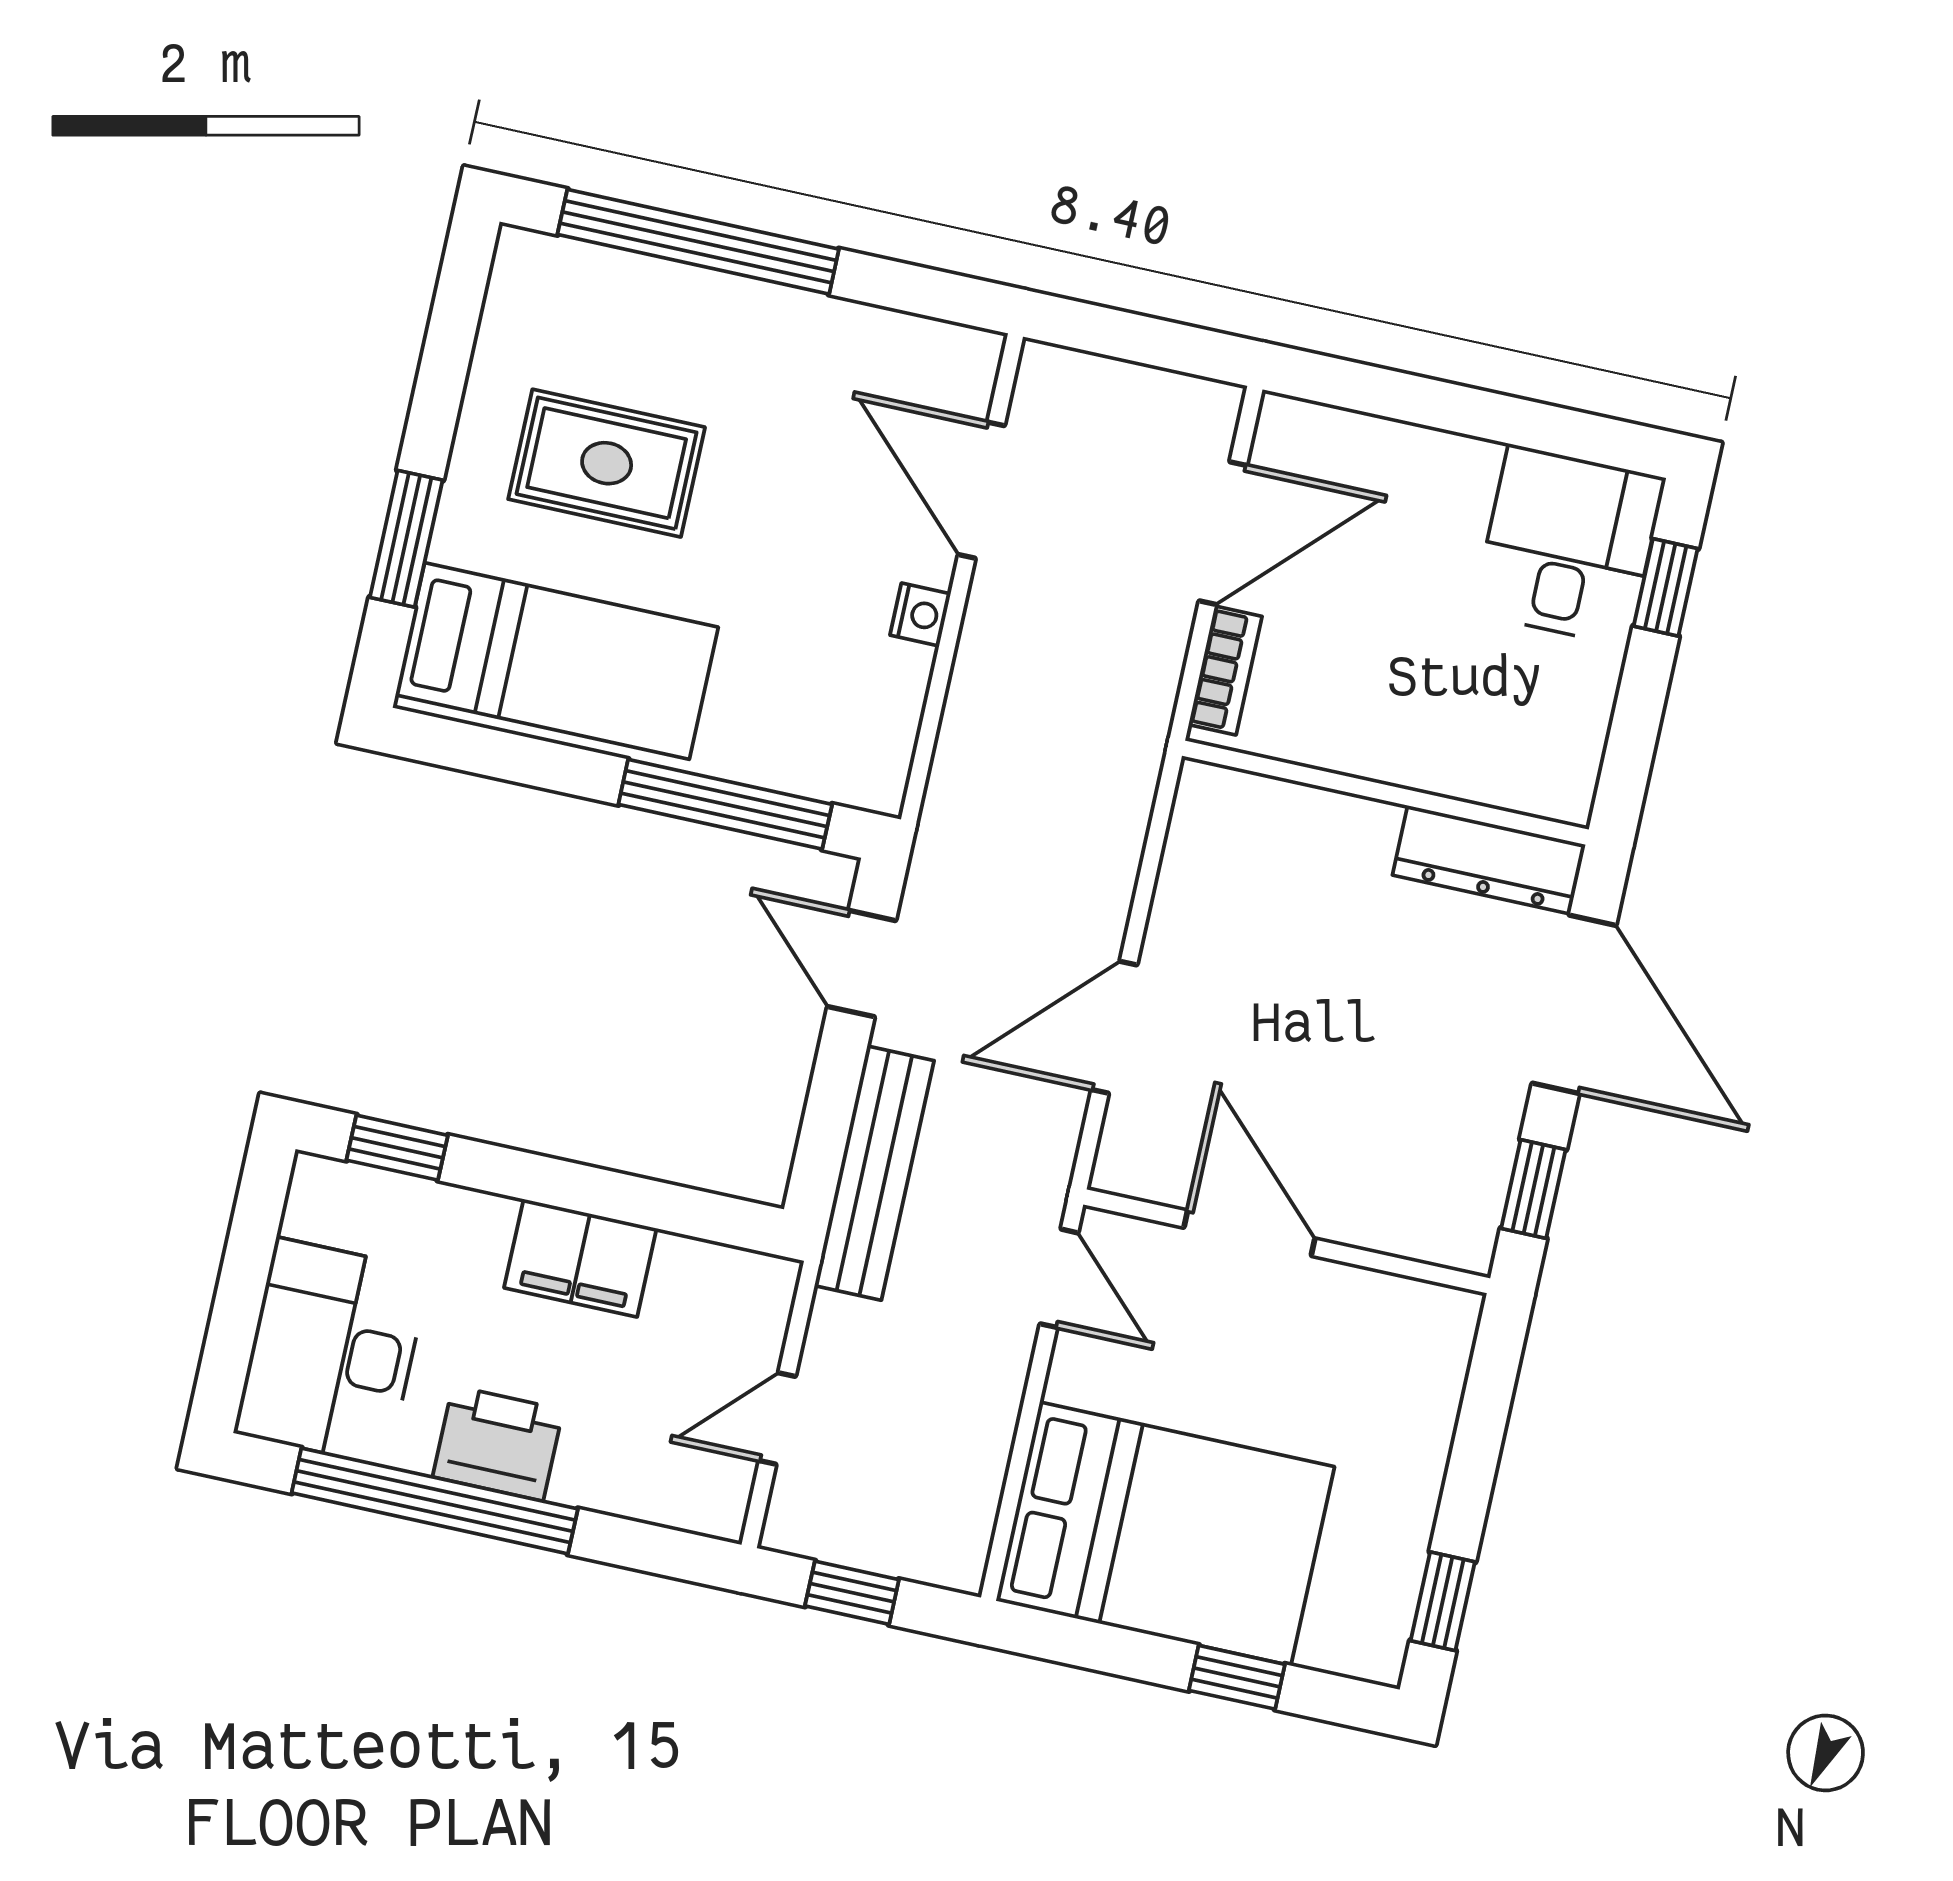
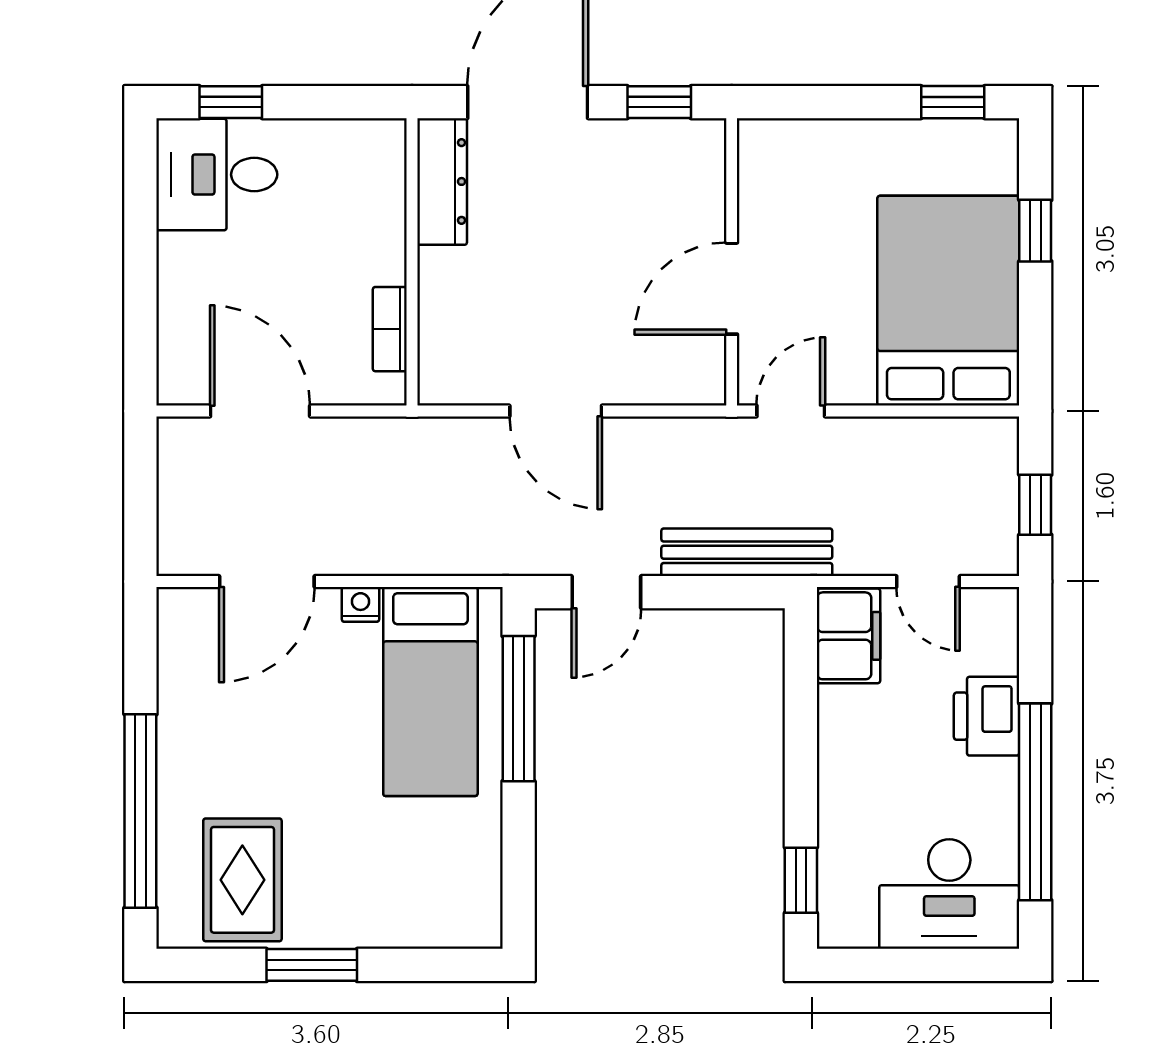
rug: (607, 463) -> (242, 880), moved
window: (406, 539) -> (312, 965), moved
bed: (557, 661) -> (430, 691), moved, turned 180
bookcase: (1225, 671) -> (390, 329), moved, turned -90
door: (1114, 1027) -> (556, 411), moved
filing cabinet: (580, 1258) -> (848, 636), moved
printer: (498, 1443) -> (987, 716), moved

